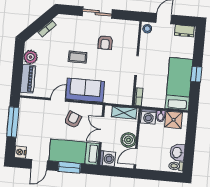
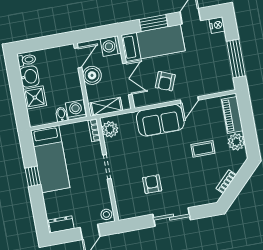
coffee table: (78, 57) -> (203, 149), moved
plant: (126, 94) -> (110, 129), added
shower: (174, 120) -> (35, 97), moved

